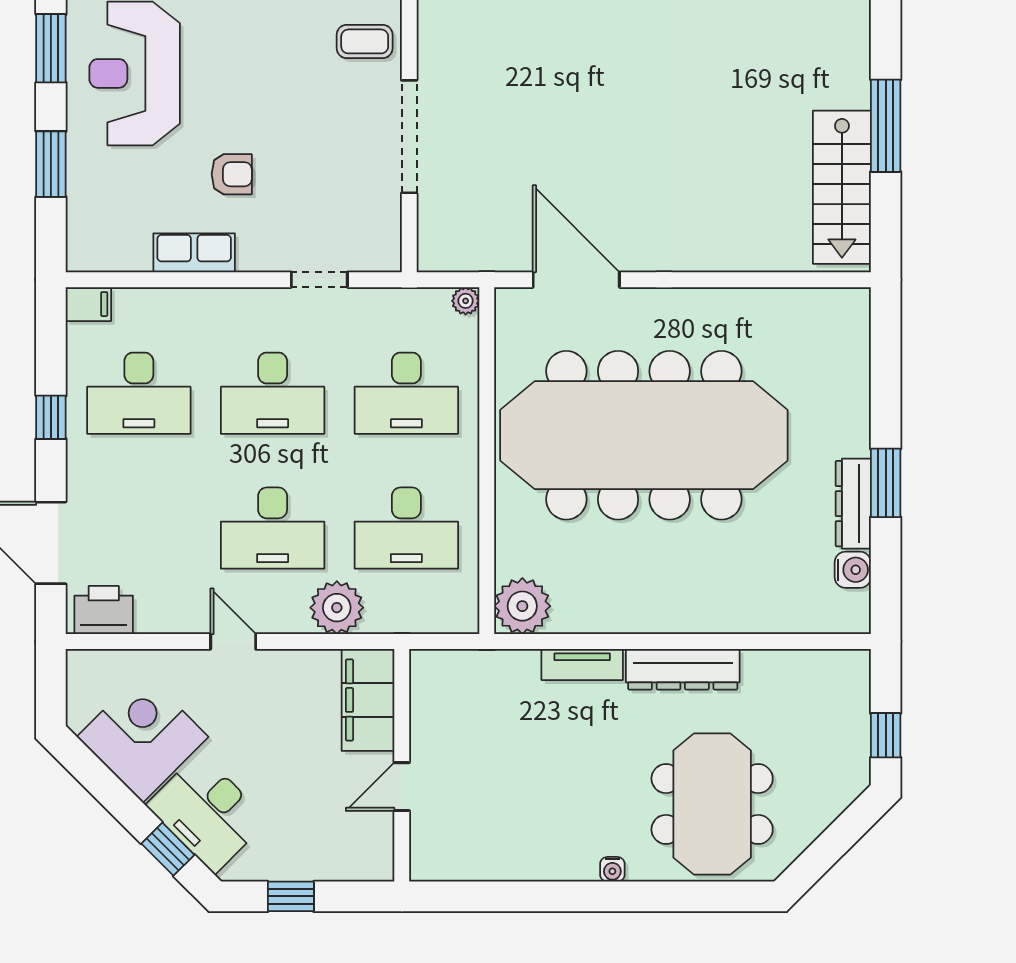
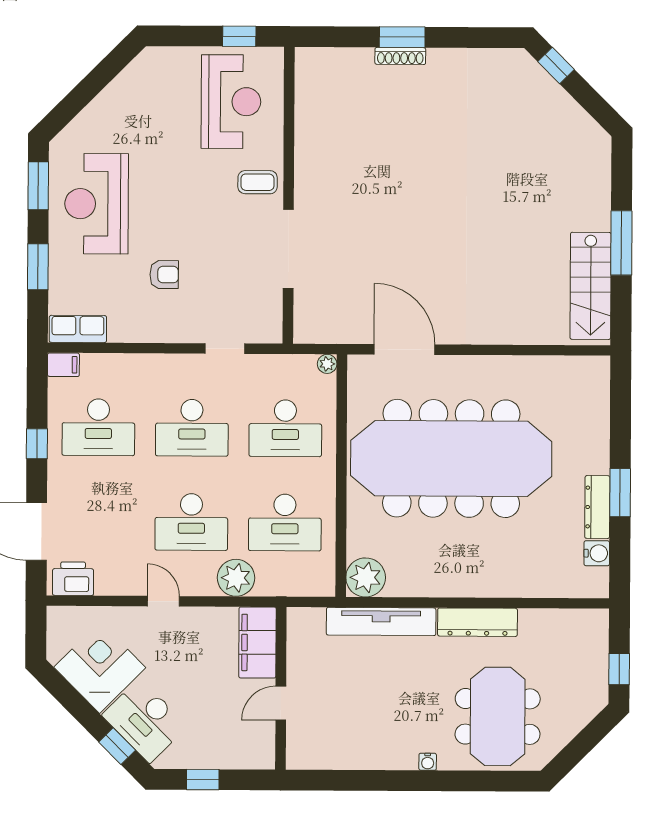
row of seats: (194, 253) -> (78, 329), moved
tv unit: (582, 665) -> (381, 621), width x1.92, depth x1.29

